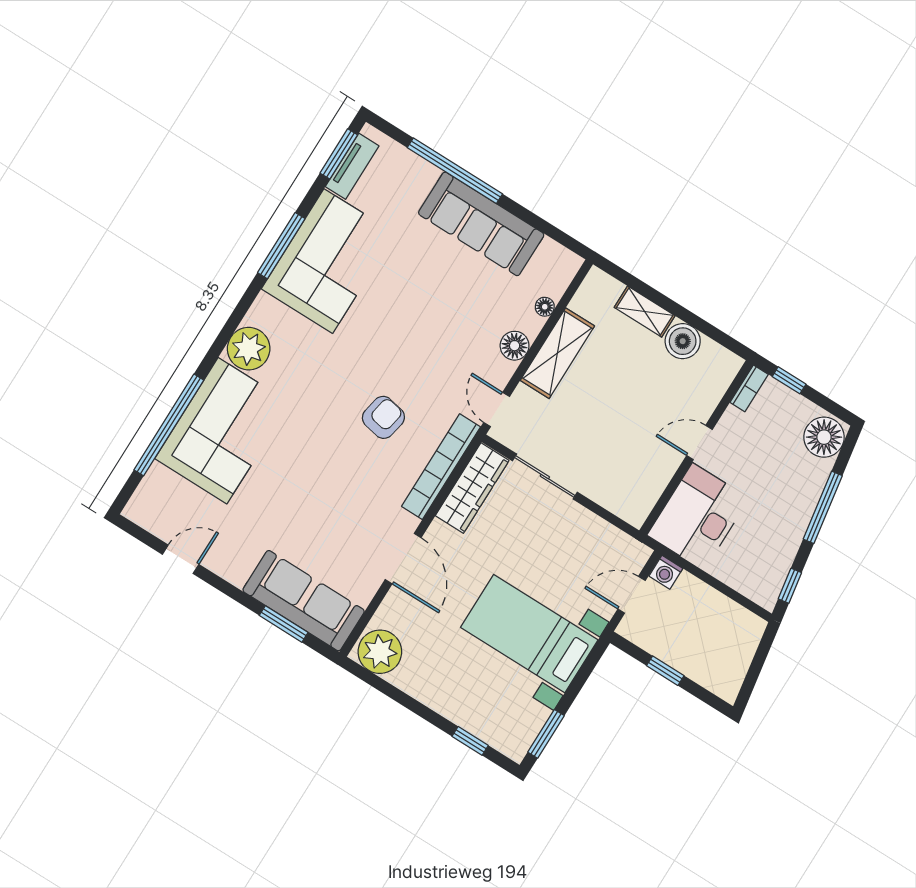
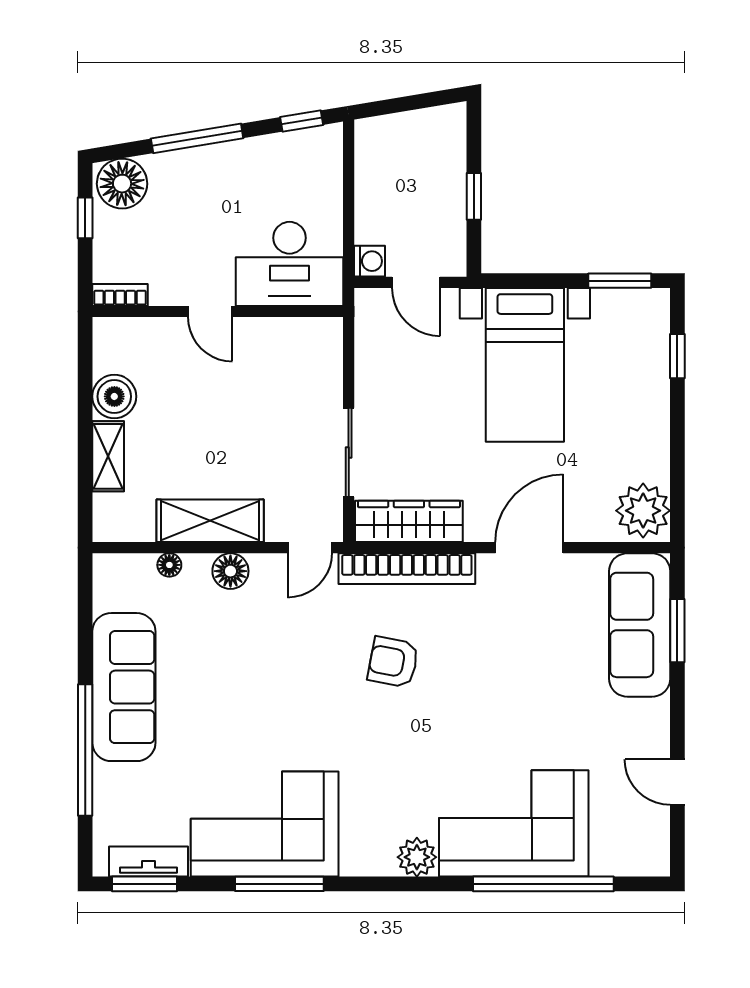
plant: (249, 349) -> (417, 857), width x0.73, depth x0.73
window: (789, 380) -> (85, 218), moved

